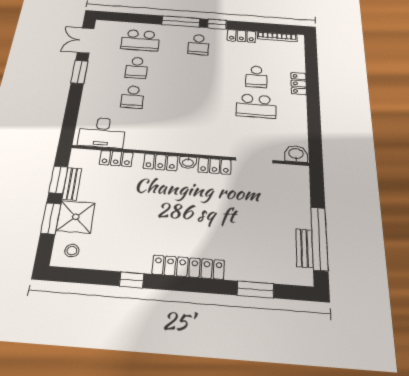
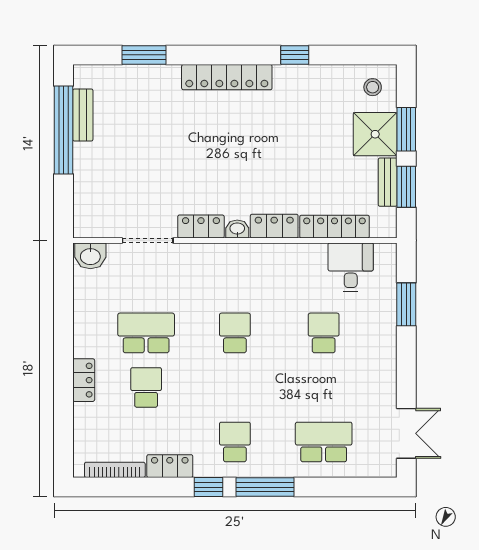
school desk: (137, 68) -> (235, 333), moved
window: (80, 72) -> (406, 304), moved
desk: (102, 133) -> (351, 267), width x0.73
locker: (116, 158) -> (334, 227), width x1.53

